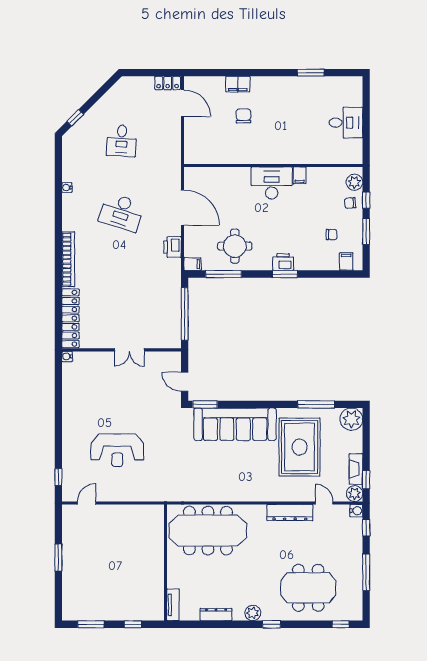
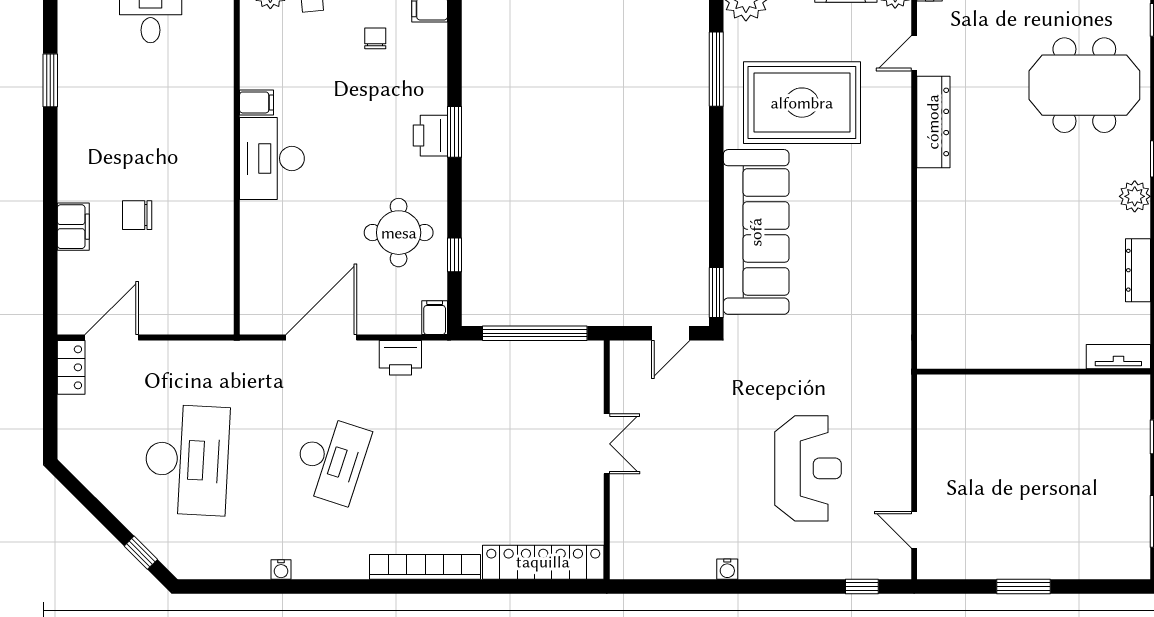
desk: (122, 141) -> (187, 460), width x1.87, depth x1.30
window: (224, 274) -> (454, 255), width x0.46
water cooler: (67, 356) -> (727, 569), moved
meeting table: (208, 531) -> (969, 286), removed
meeting table: (308, 588) -> (1084, 85), turned 90

